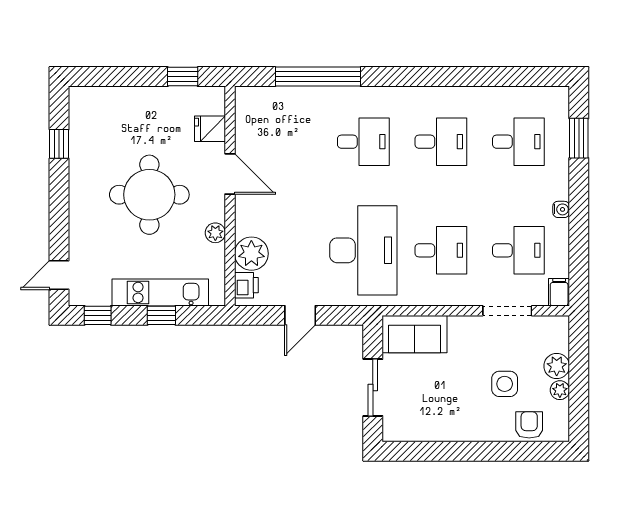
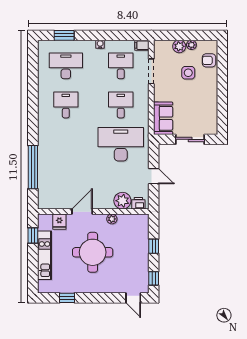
desk: (363, 142) -> (66, 144), removed
desk: (518, 142) -> (66, 66), width x1.37
kitchen unit: (160, 292) -> (45, 255), moved, turned 180

